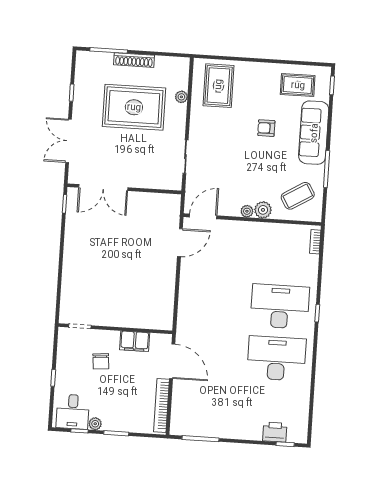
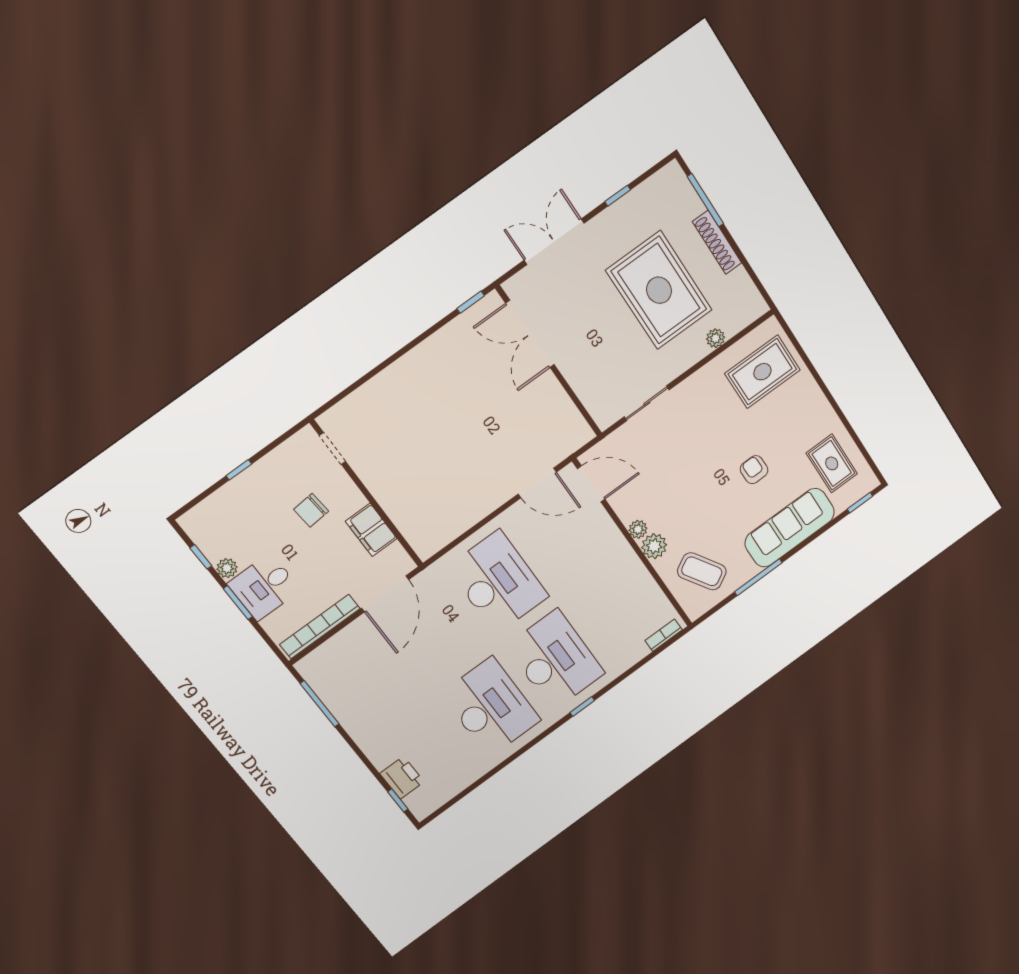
desk: (214, 302) -> (498, 582), added
desk: (73, 412) -> (264, 587), moved

